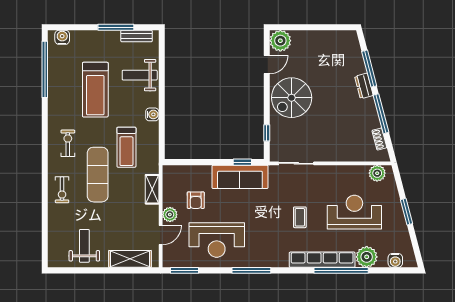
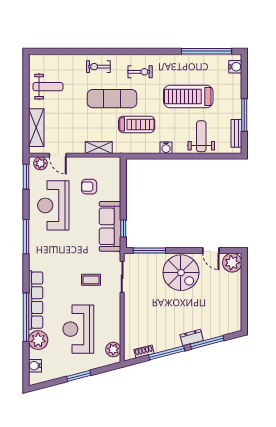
spiral stairs: (292, 98) -> (181, 273), turned 180
window: (267, 133) -> (149, 250), width x2.17
treadmill: (126, 147) -> (137, 124), turned 180
reception desk: (354, 212) -> (78, 329), turned 180
plant: (170, 215) -> (41, 163), moved
coffee table: (300, 217) -> (91, 280), moved

